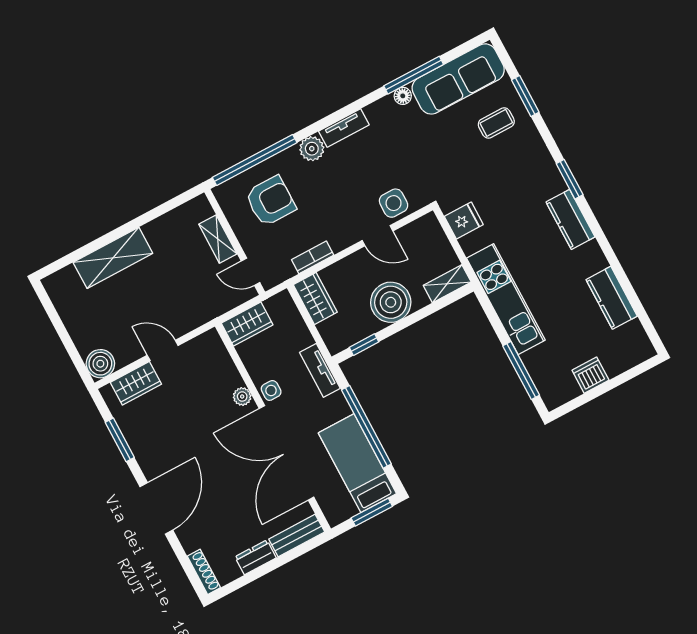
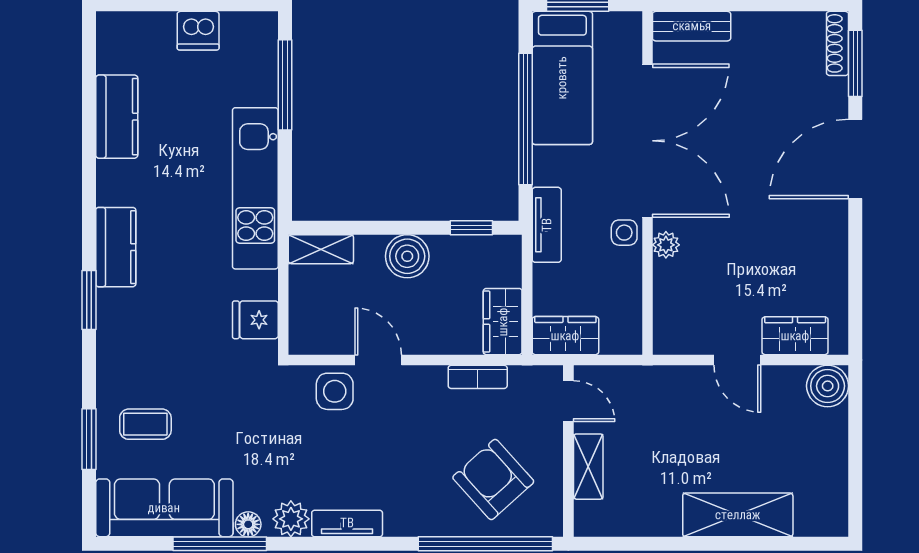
plant: (312, 149) -> (291, 519), moved
armchair: (270, 201) -> (493, 479), turned 48
boiler: (391, 302) -> (407, 256), width x0.73, depth x0.73
wardrobe: (247, 324) -> (565, 336), moved
window: (120, 440) -> (855, 63), moved
dresser: (256, 557) -> (760, 26), removed

